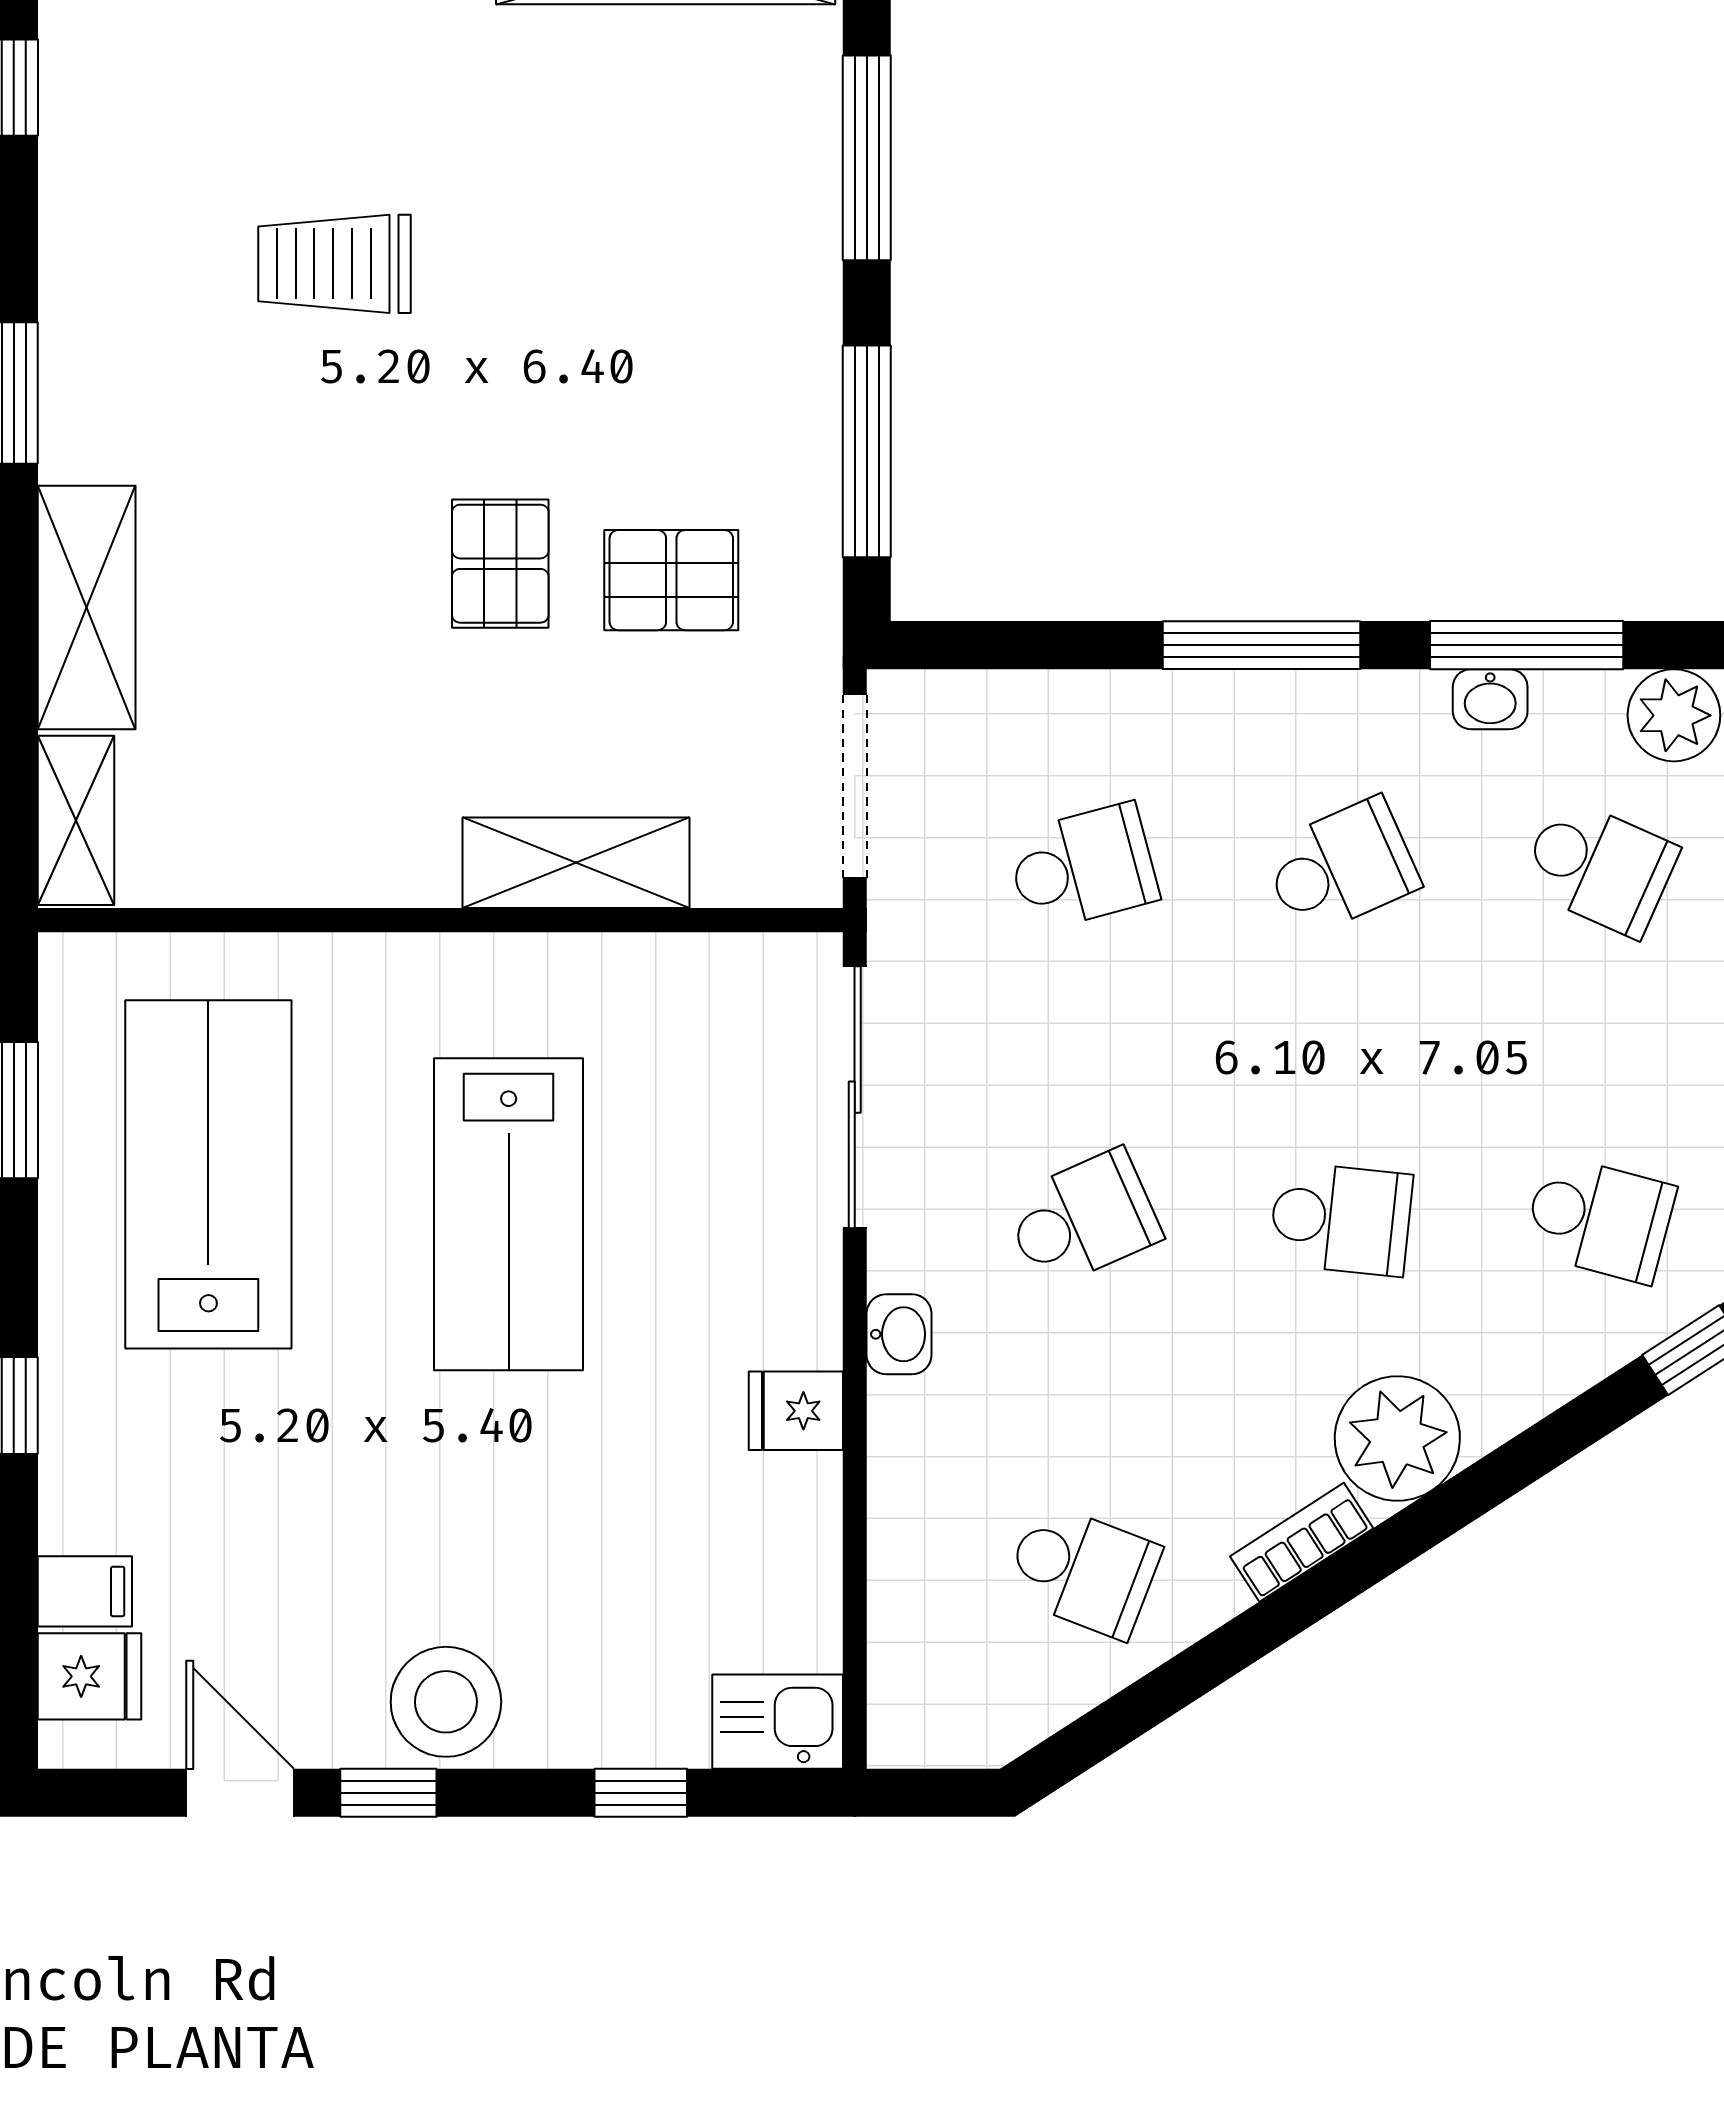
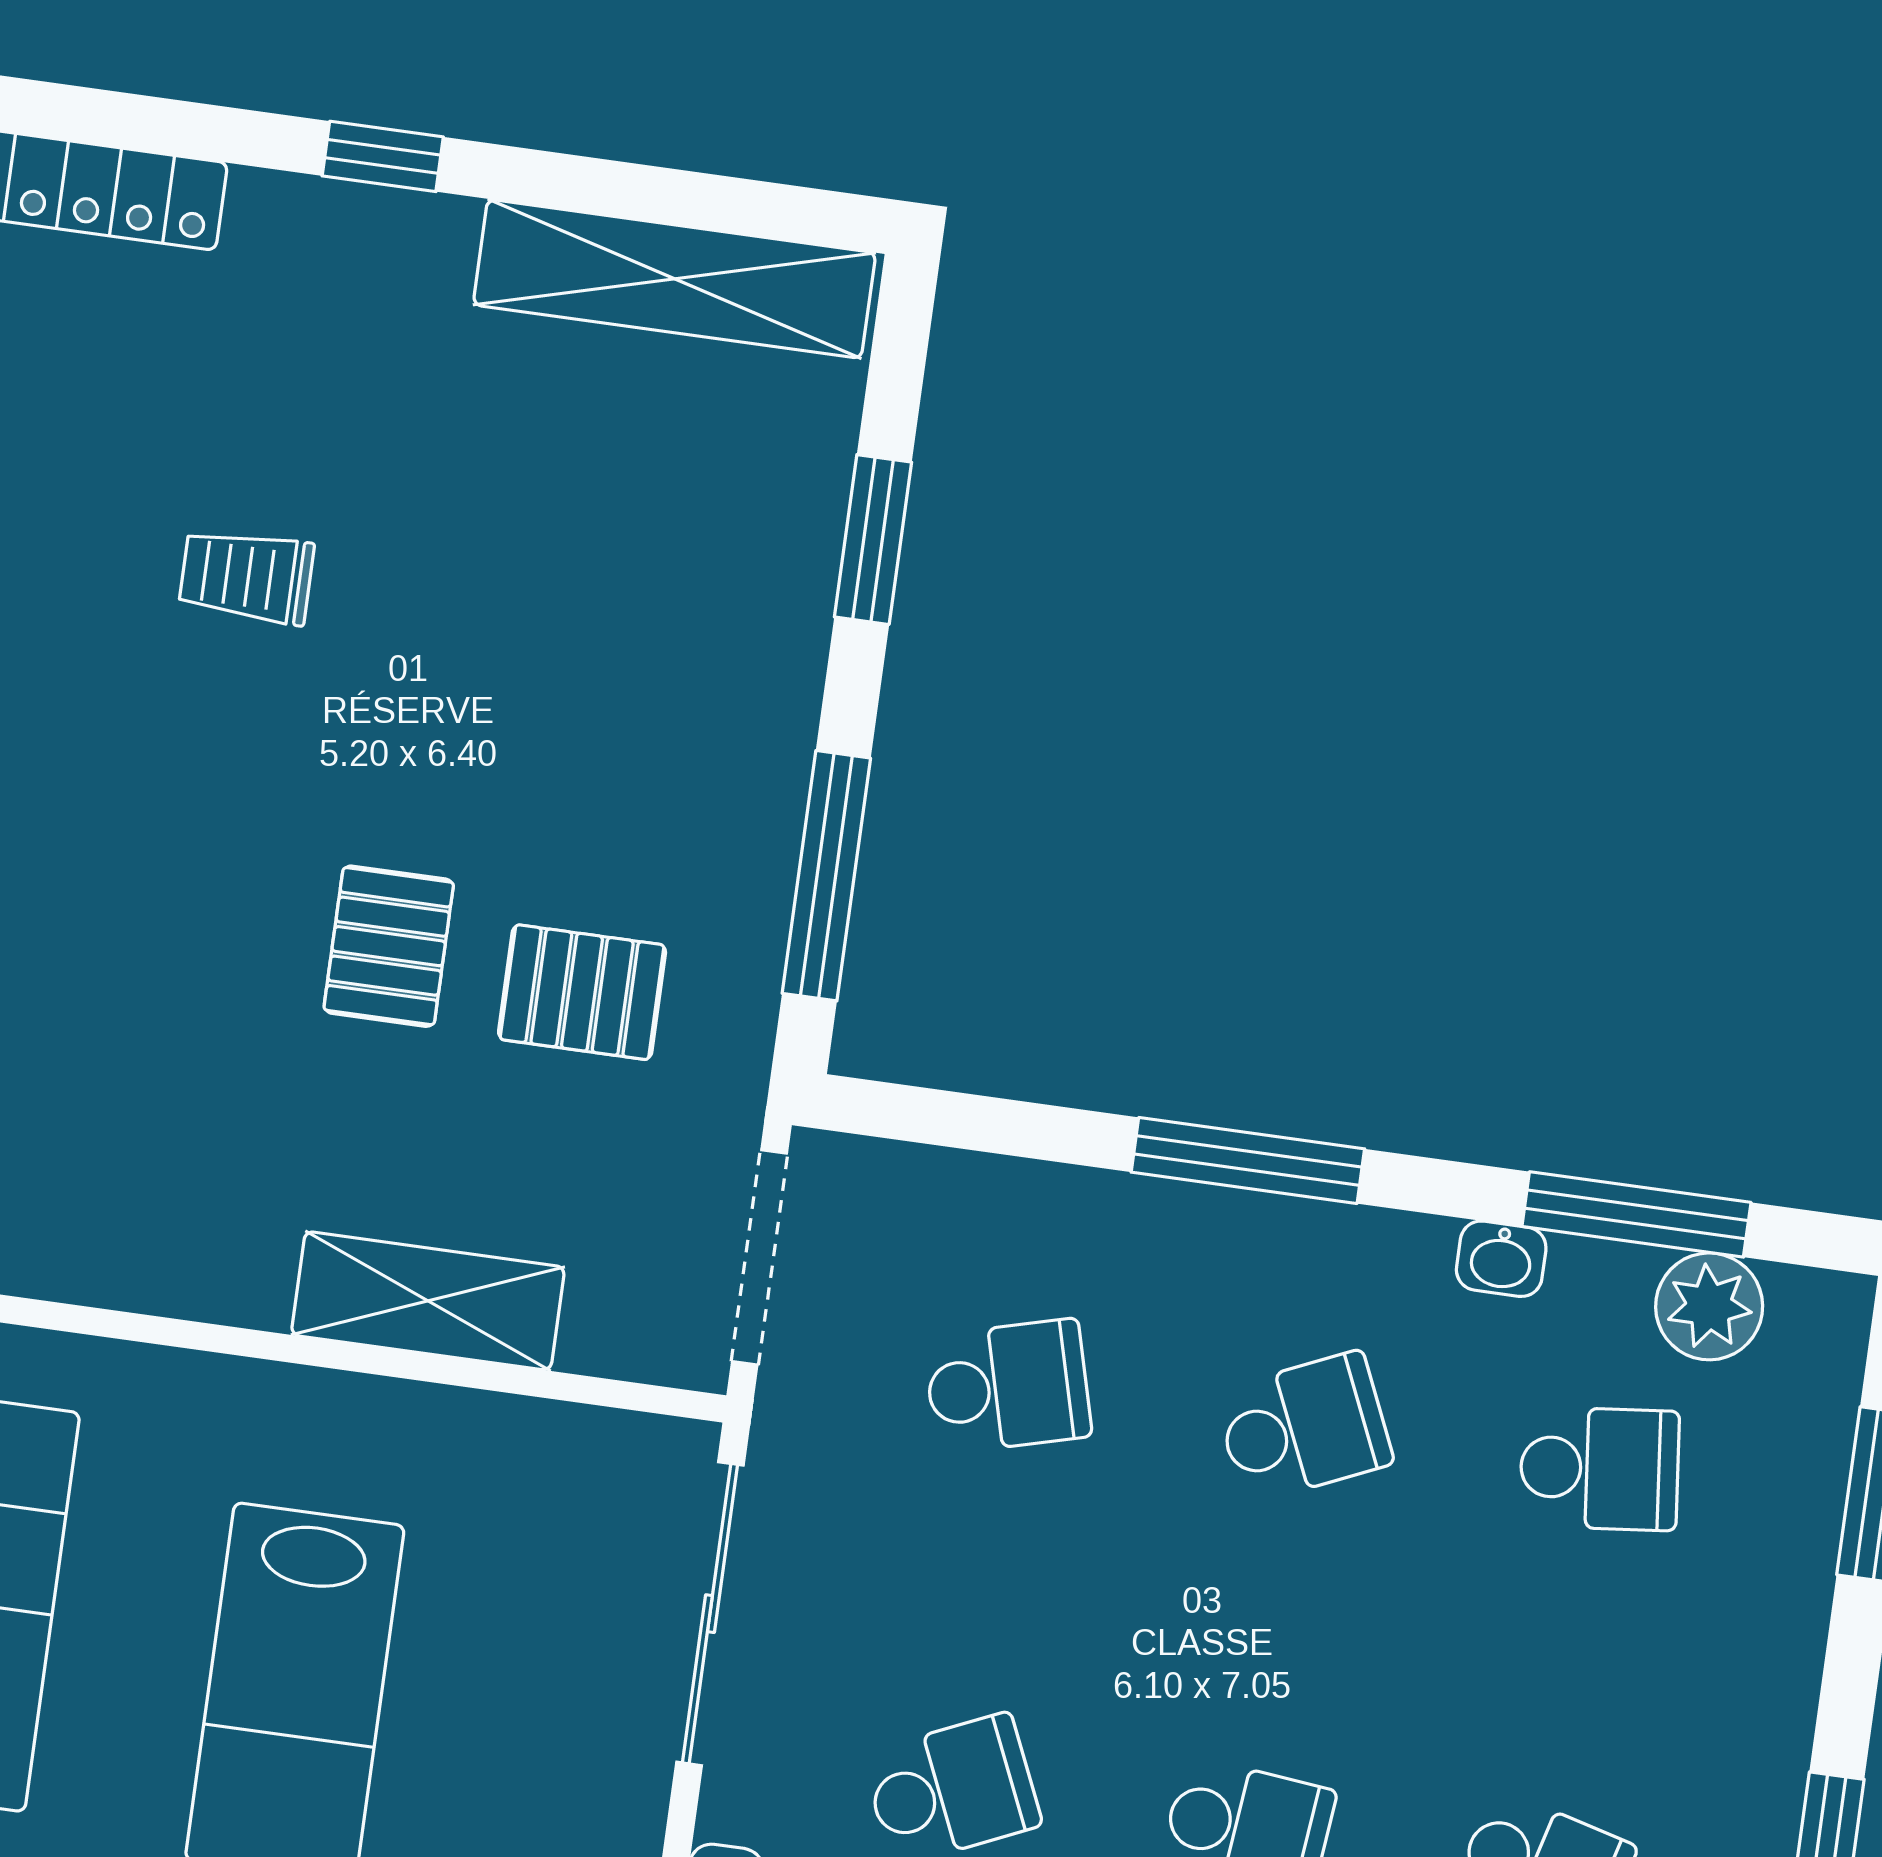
window: (867, 158) -> (873, 540), width x0.69
trolley: (334, 264) -> (246, 576), width x0.73, depth x0.72
window: (1527, 645) -> (1636, 1214), moved
school desk: (1599, 867) -> (1599, 1469), turned -30

